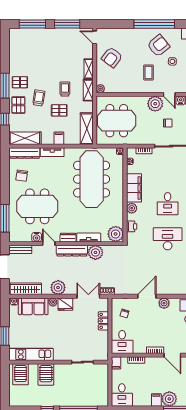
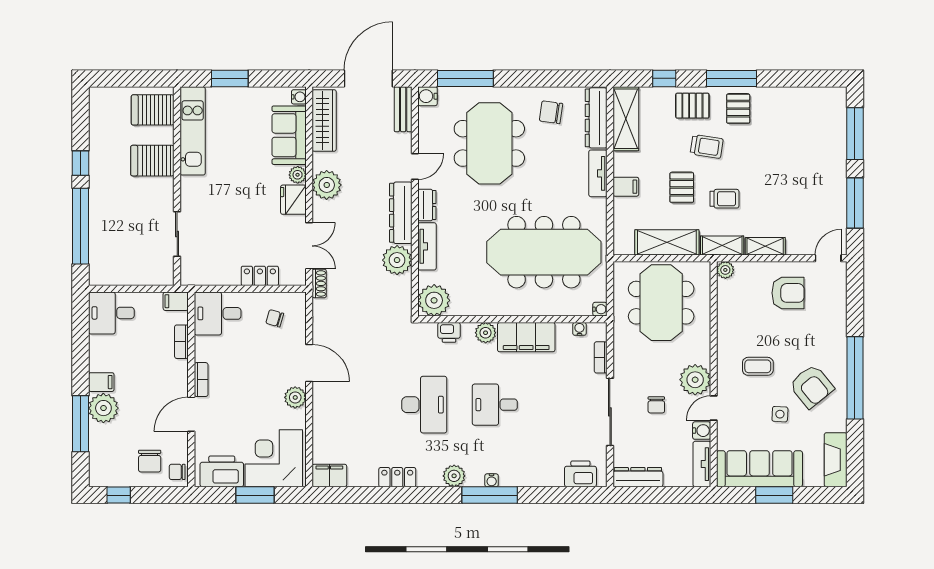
armchair: (112, 57) -> (788, 293), turned 143
shelving: (87, 129) -> (667, 242), moved
water cooler: (37, 237) -> (428, 96), moved

